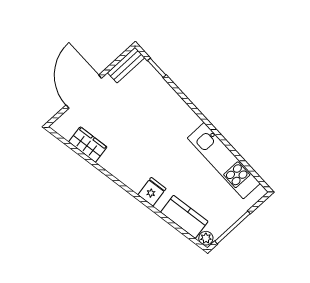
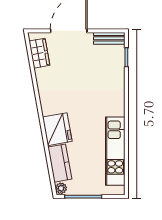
wardrobe: (88, 145) -> (39, 53), moved
fridge: (152, 192) -> (57, 129), width x1.88, depth x1.34

